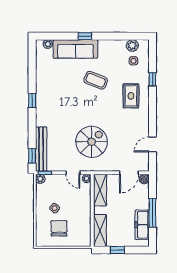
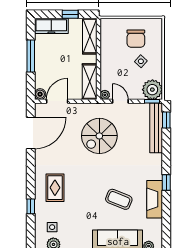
coffee table: (96, 80) -> (119, 199), moved
fireplace: (42, 86) -> (155, 199), added
door: (152, 144) -> (31, 133), width x1.87
plant: (40, 179) -> (152, 90), width x1.87, depth x1.87
freezer: (142, 225) -> (51, 26), moved, turned 90

